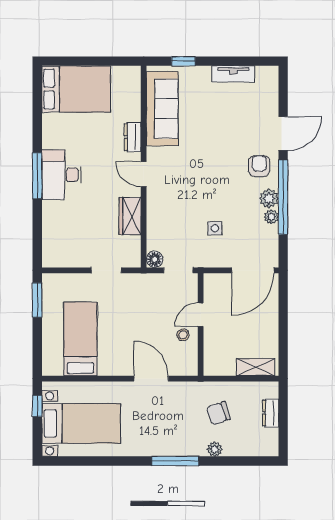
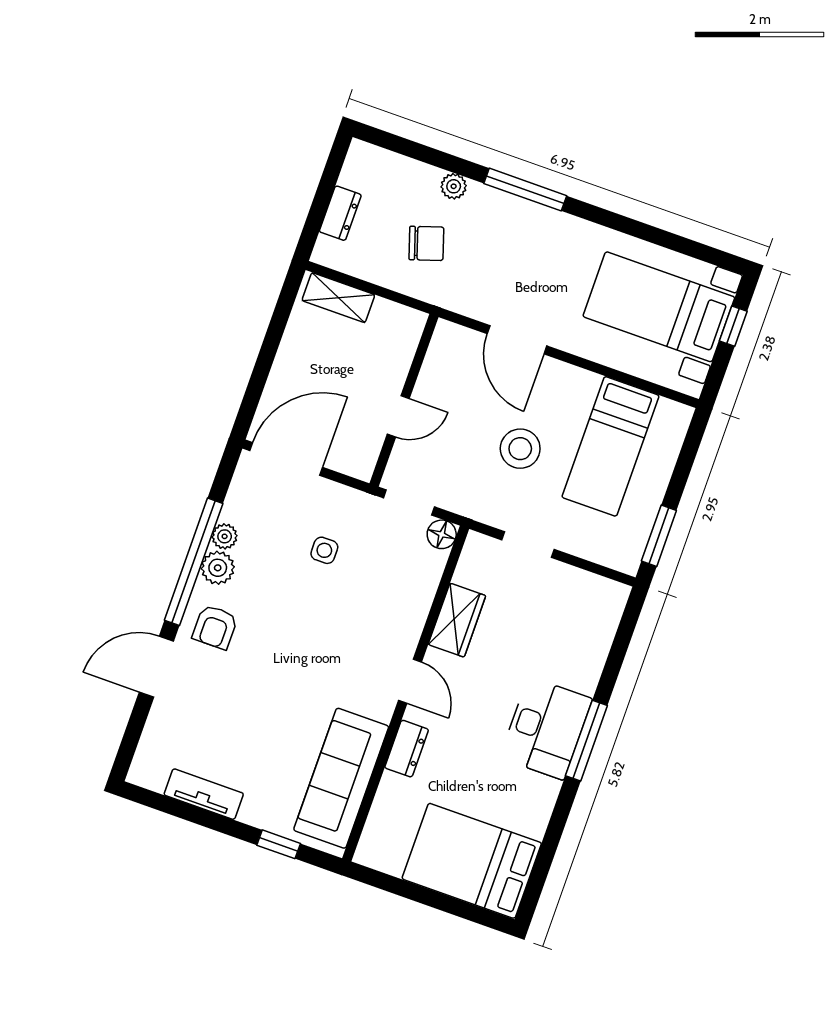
stool: (183, 335) -> (520, 449), moved, width x1.89, depth x1.89
window: (37, 406) -> (733, 326), moved

